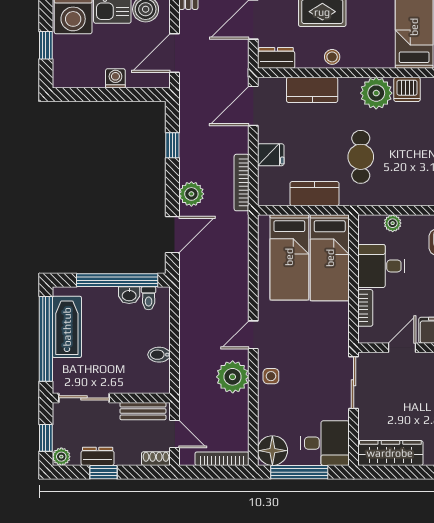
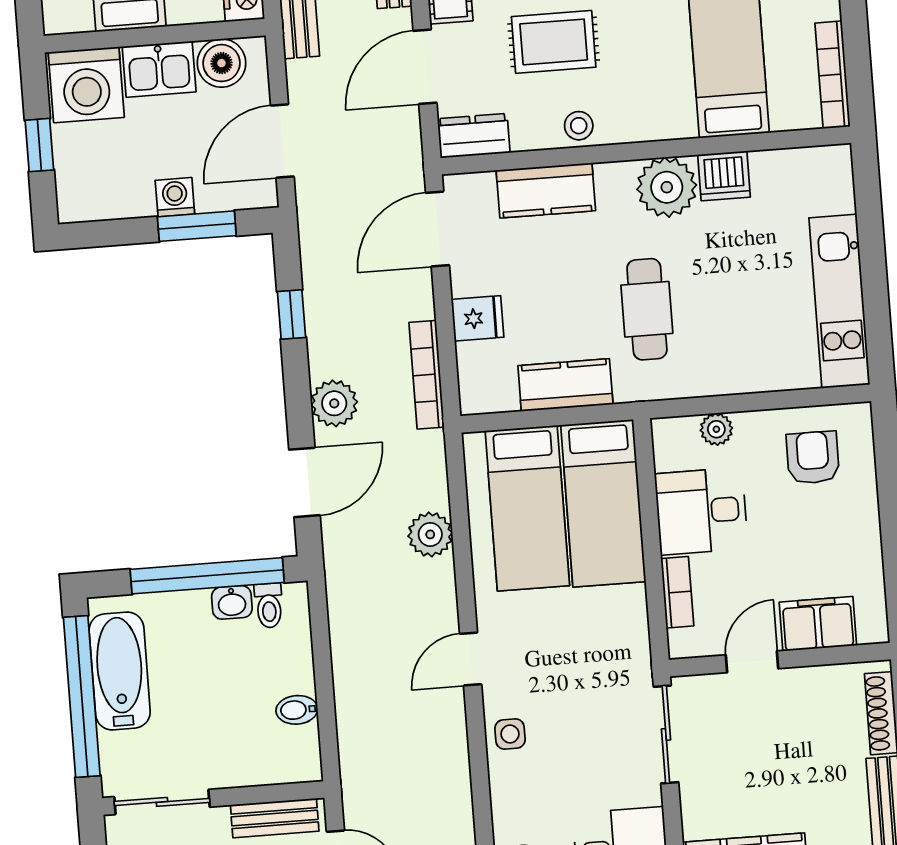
window: (126, 95) -> (197, 226), added
plant: (233, 377) -> (430, 534), moved, width x0.73, depth x0.73

